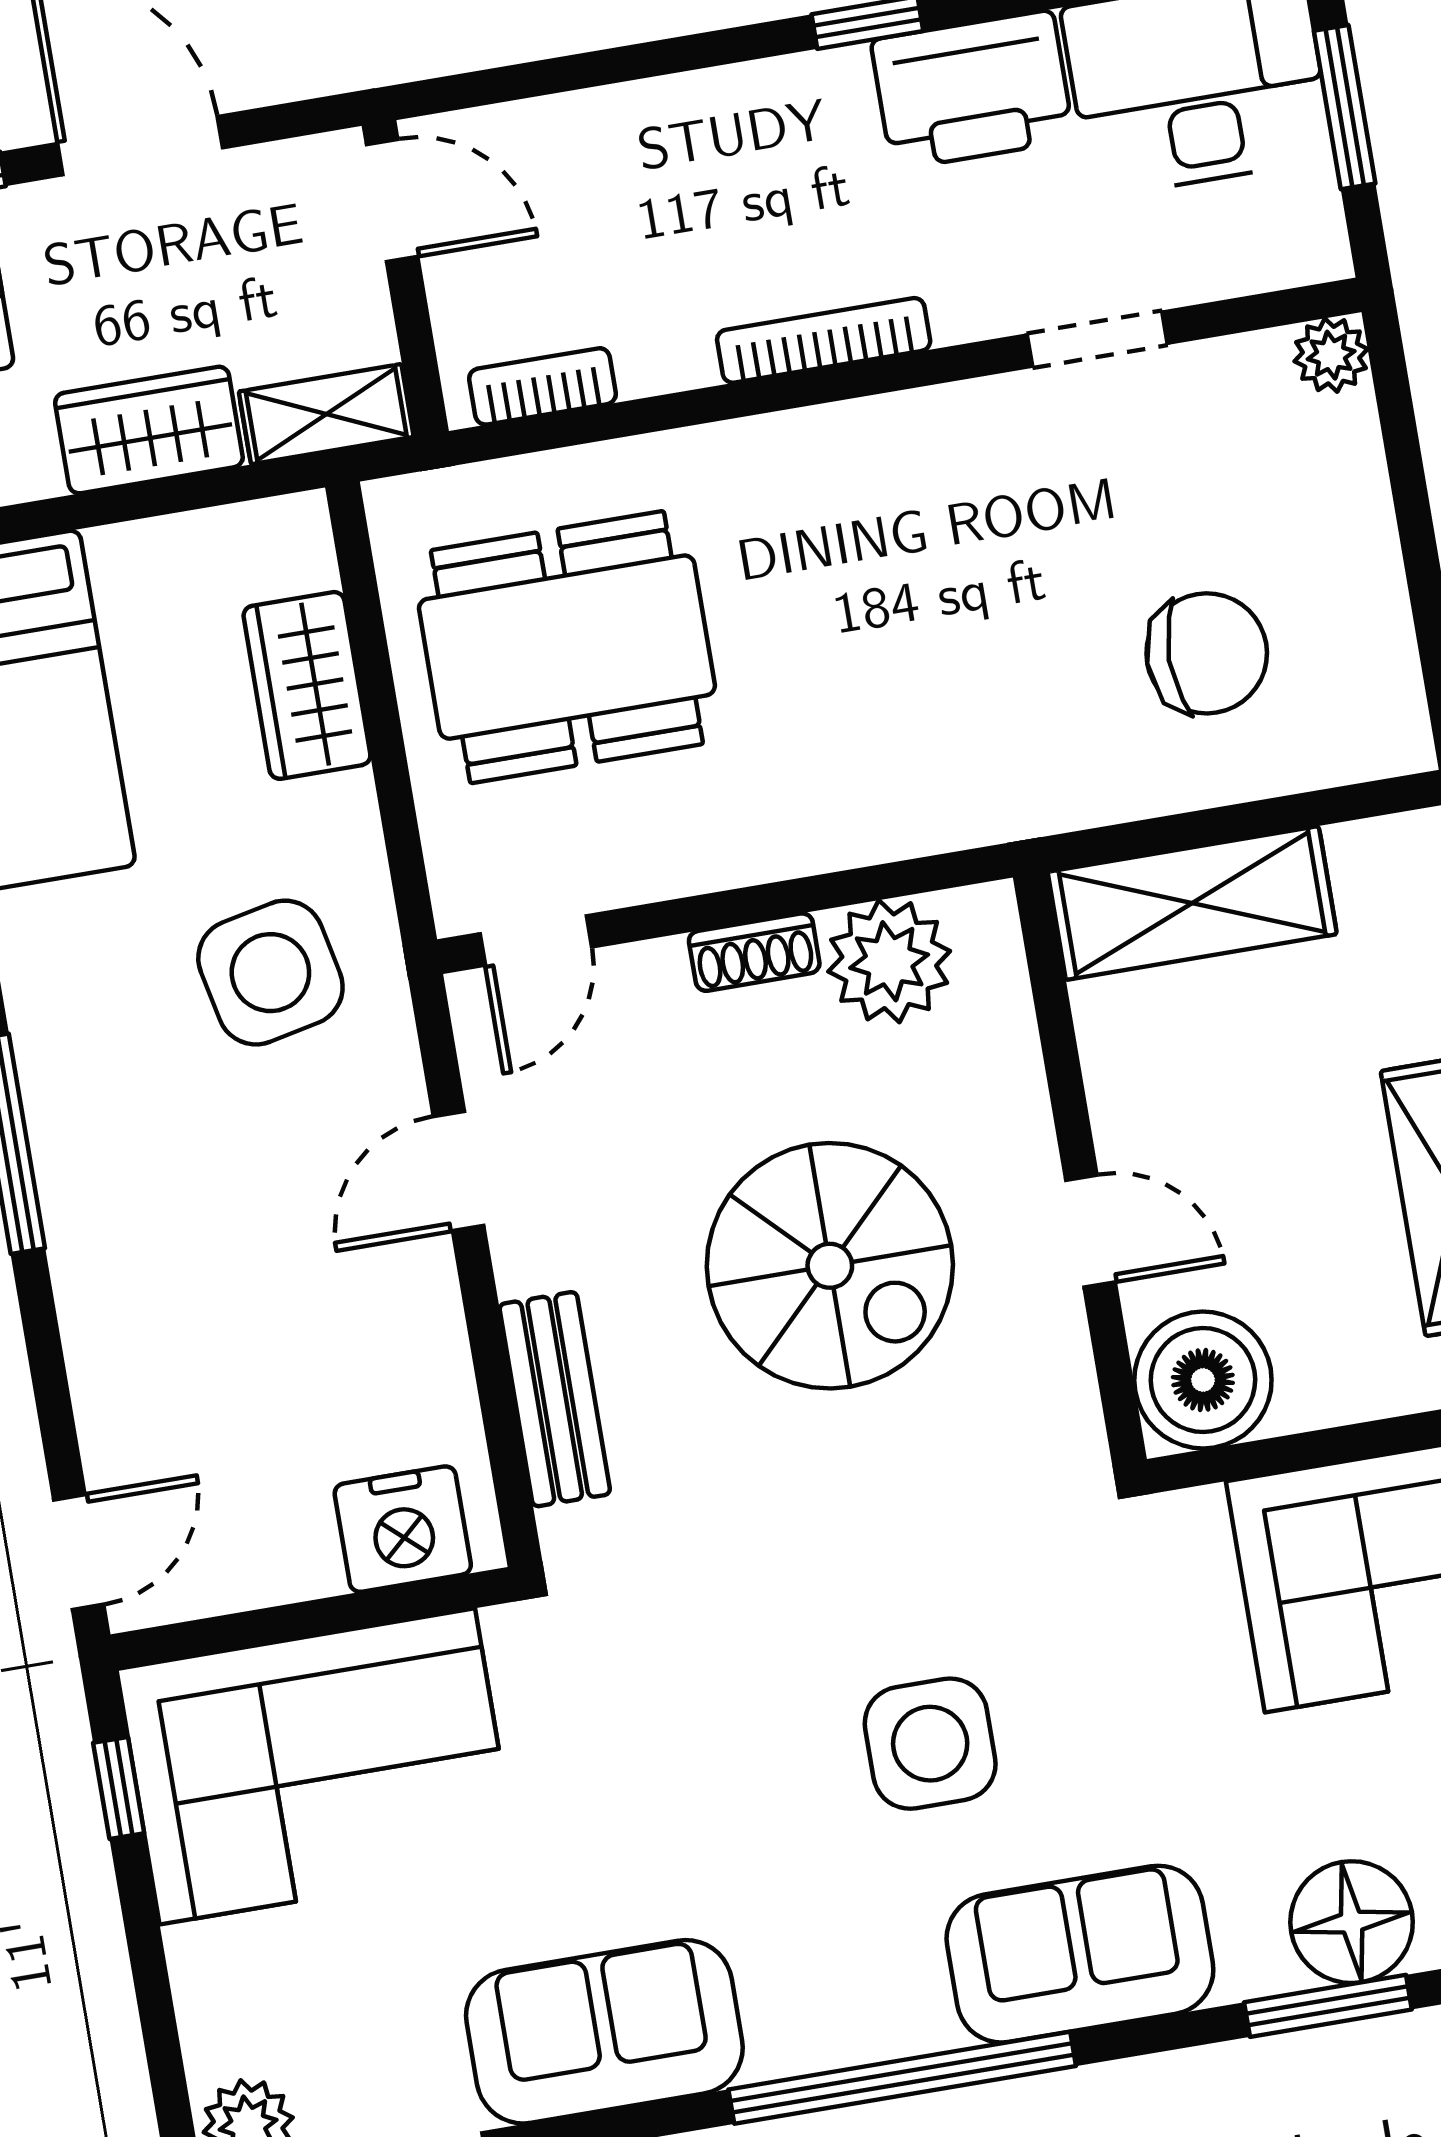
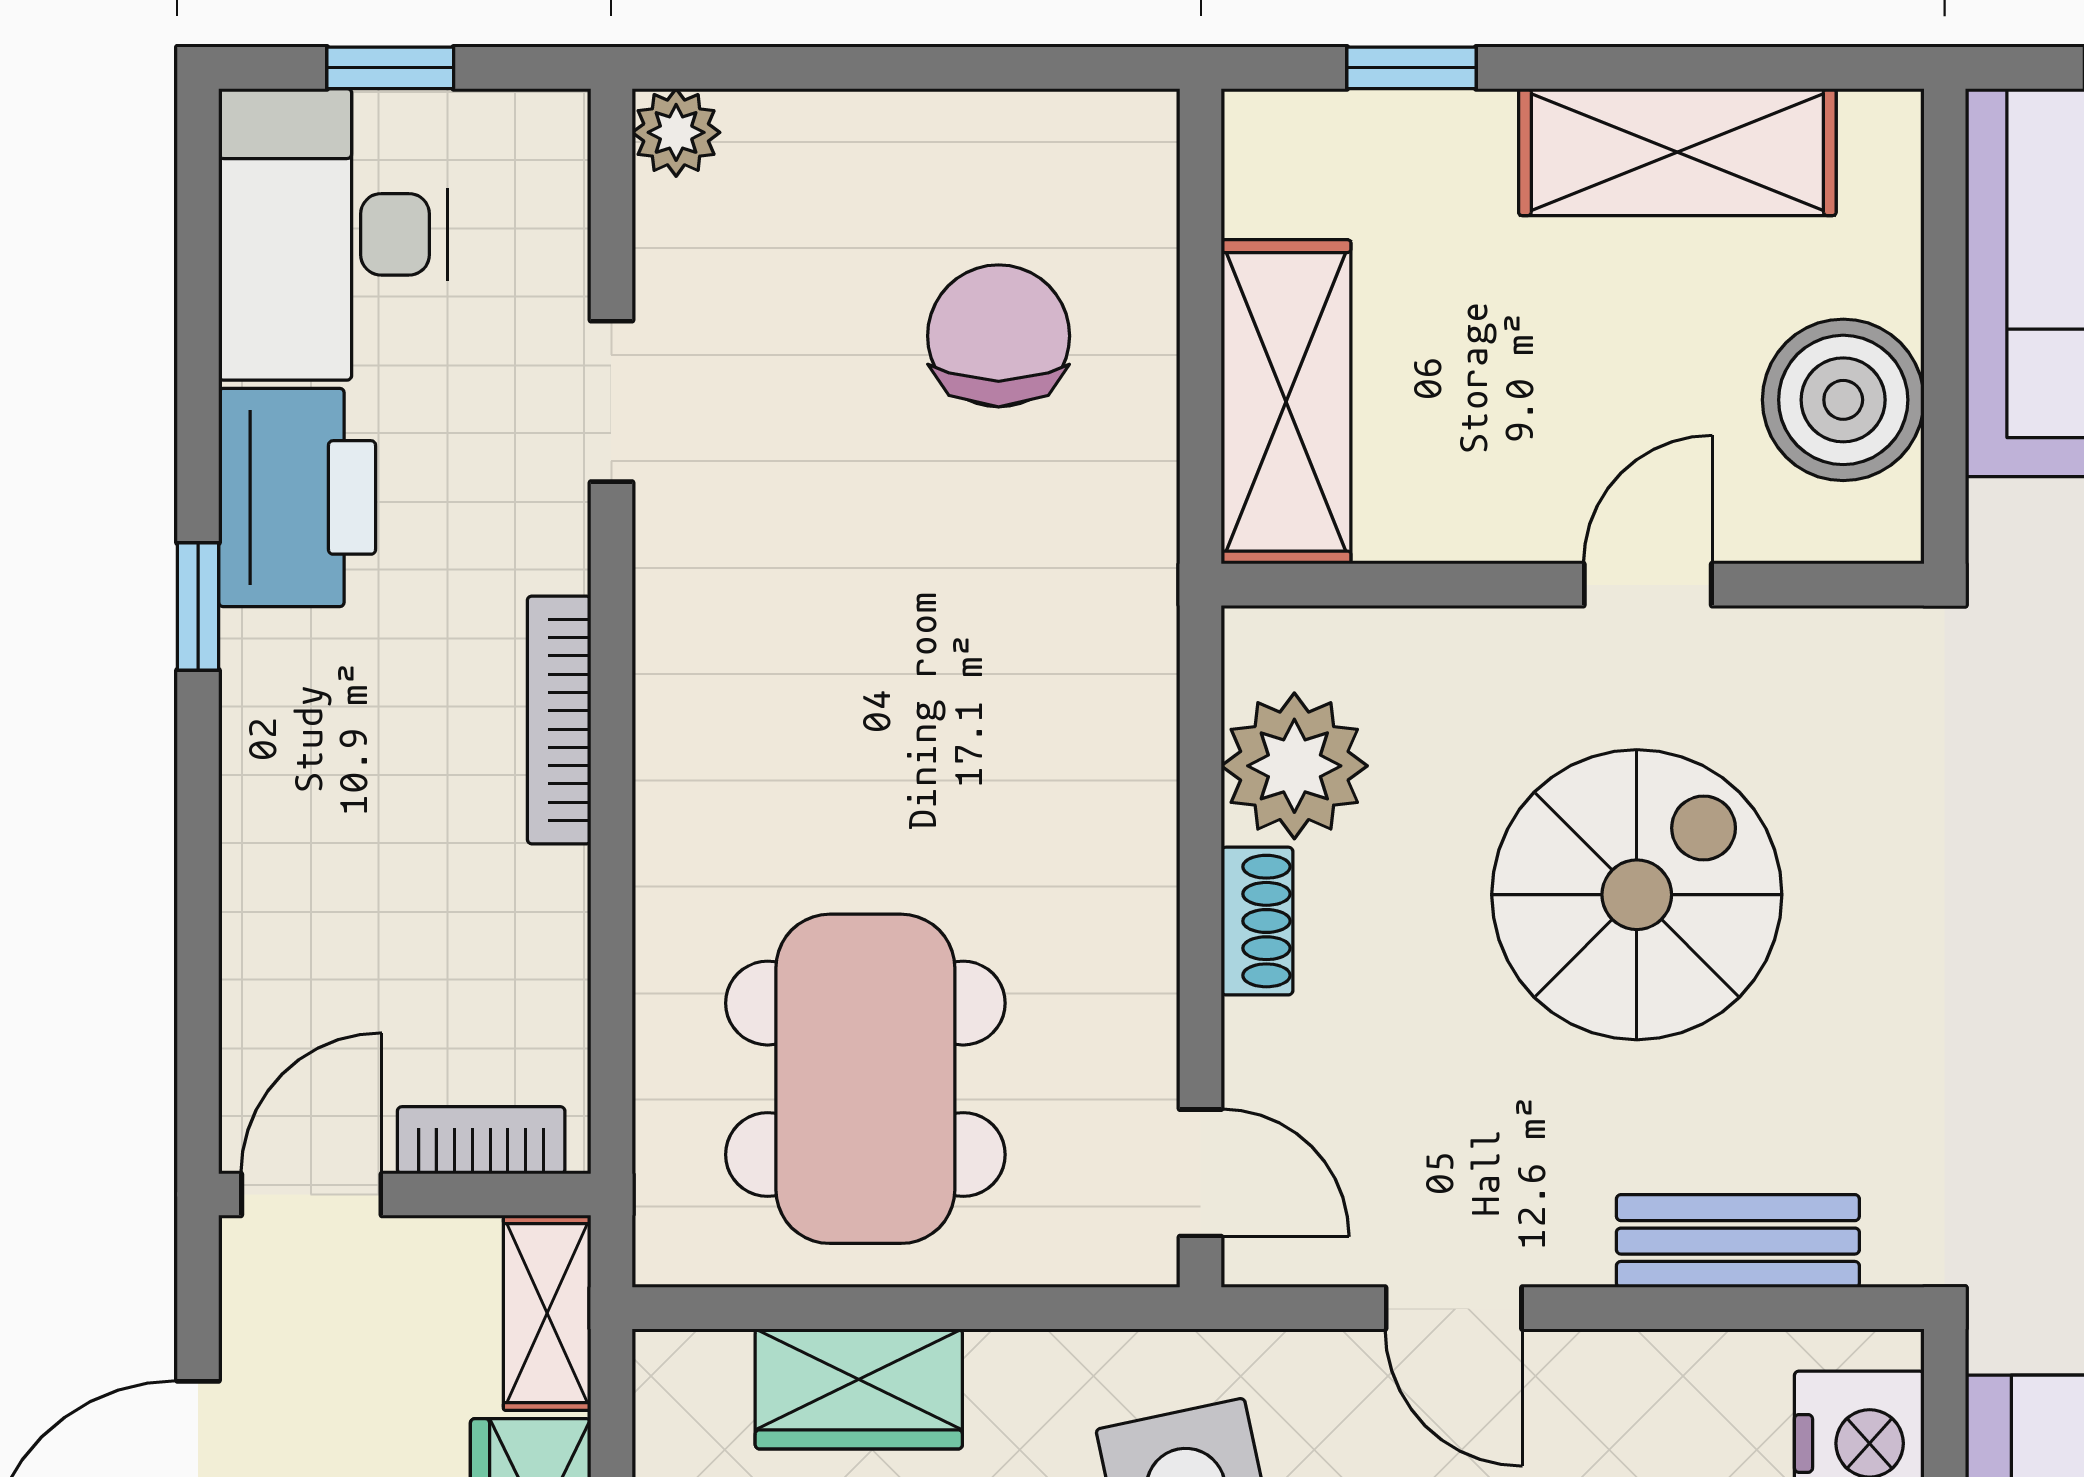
window: (1345, 107) -> (390, 68), width x0.67
bookcase: (542, 386) -> (481, 1140), moved, turned 90
boiler: (1203, 1380) -> (1843, 400), moved

